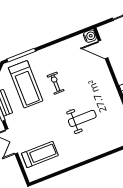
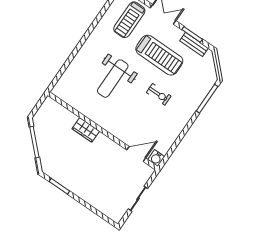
treadmill: (26, 84) -> (159, 55), moved, turned 180
weight bench: (82, 118) -> (113, 79), width x1.36, depth x1.33

